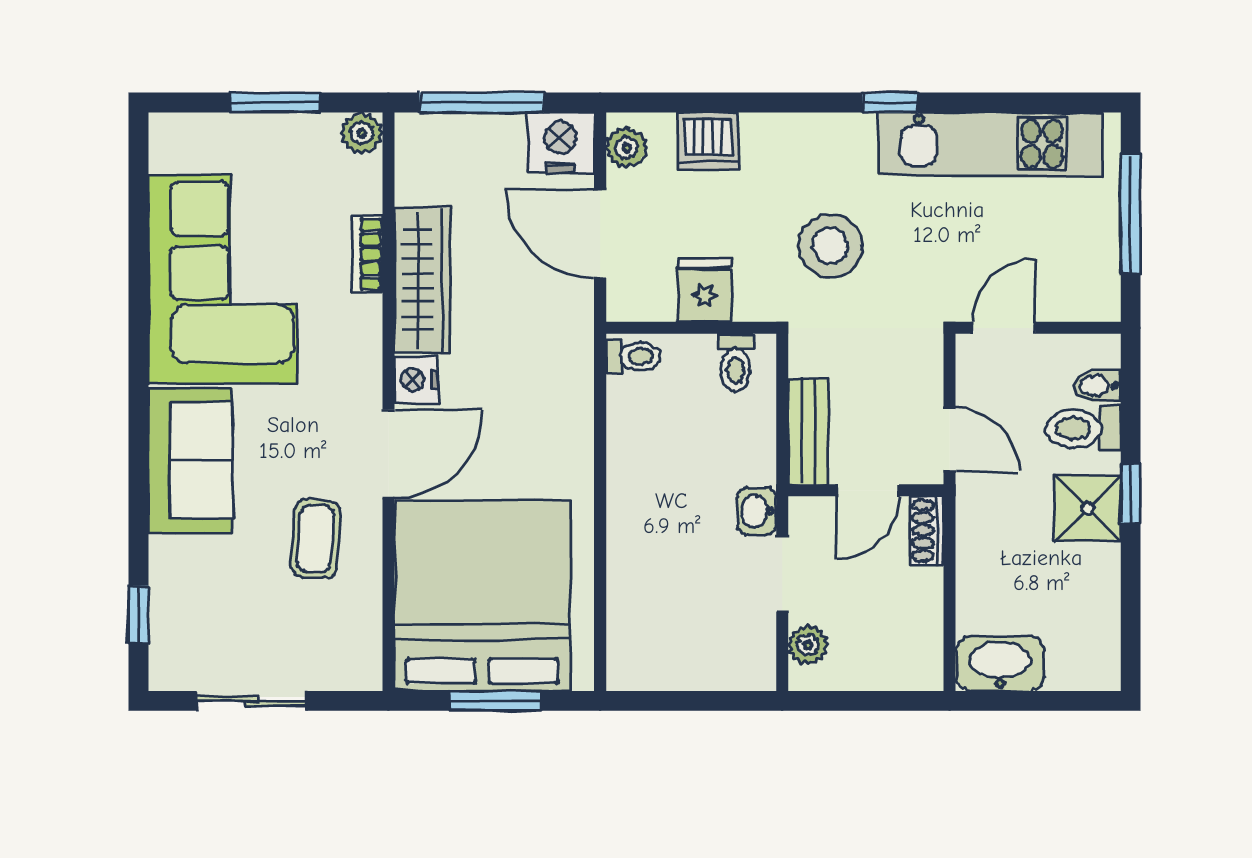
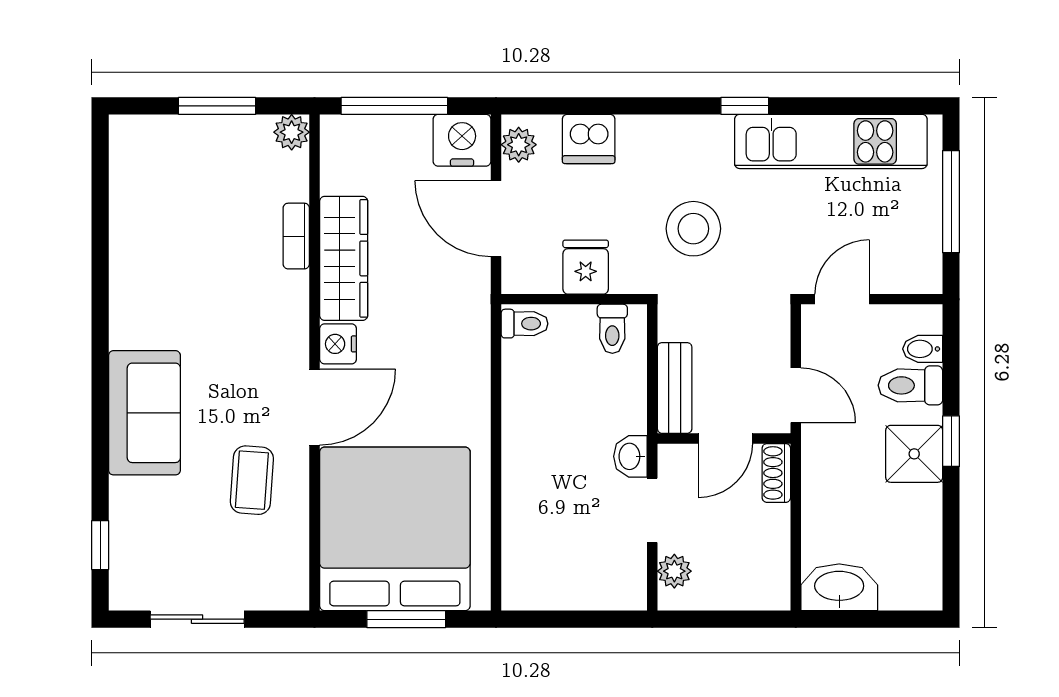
corner sofa: (223, 279) -> (172, 258), removed

